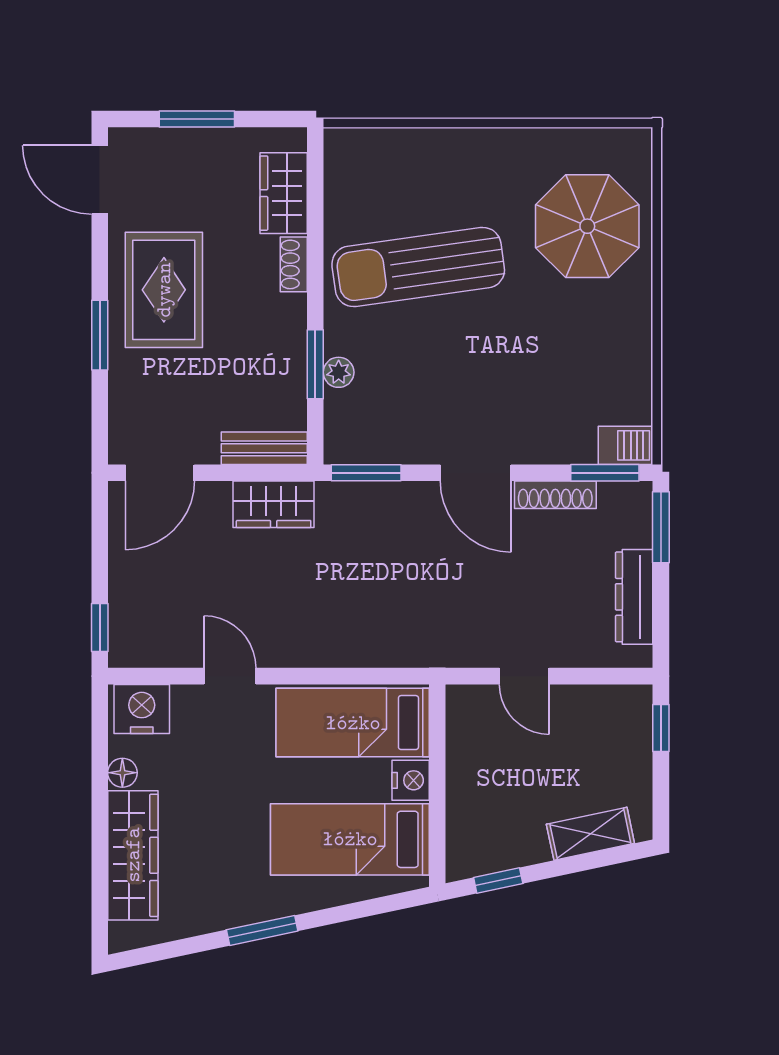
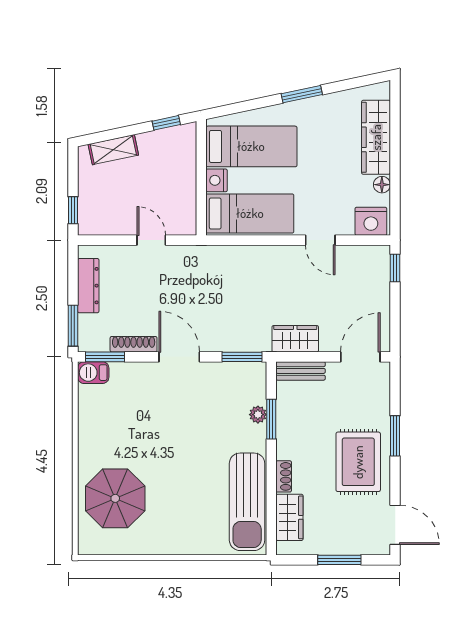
sun lounger: (418, 267) -> (247, 502), moved, turned 98

